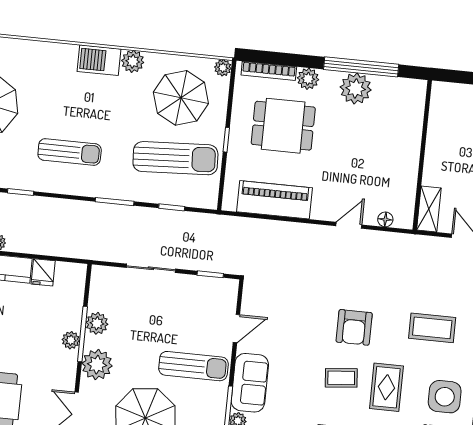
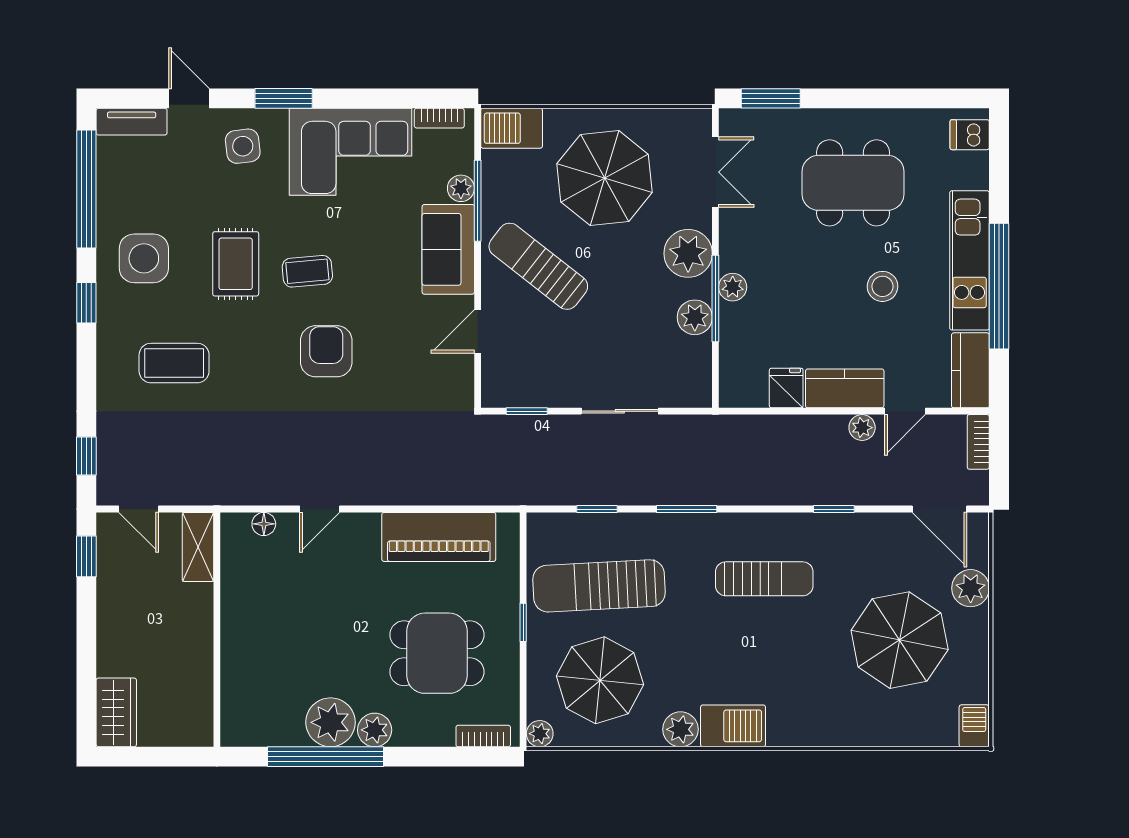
bookcase: (269, 71) -> (483, 736), width x0.64
plant: (308, 79) -> (375, 730), moved
sun lounger: (70, 152) -> (764, 579), turned 180
armchair: (354, 327) -> (326, 351), moved
sun lounger: (193, 366) -> (538, 266), turned 38

